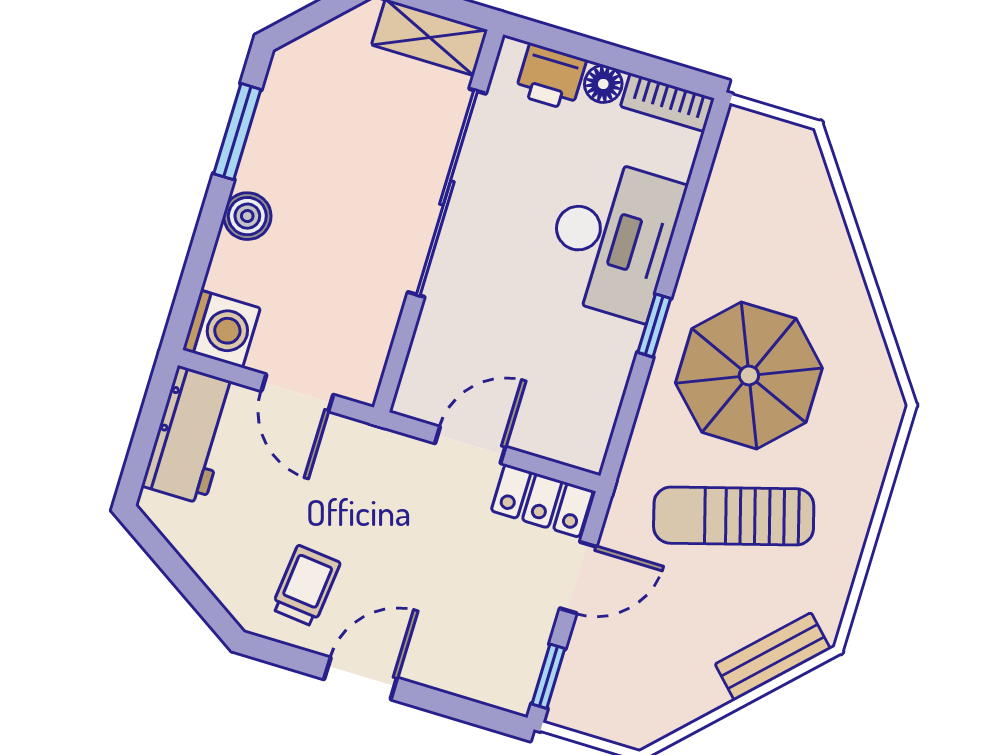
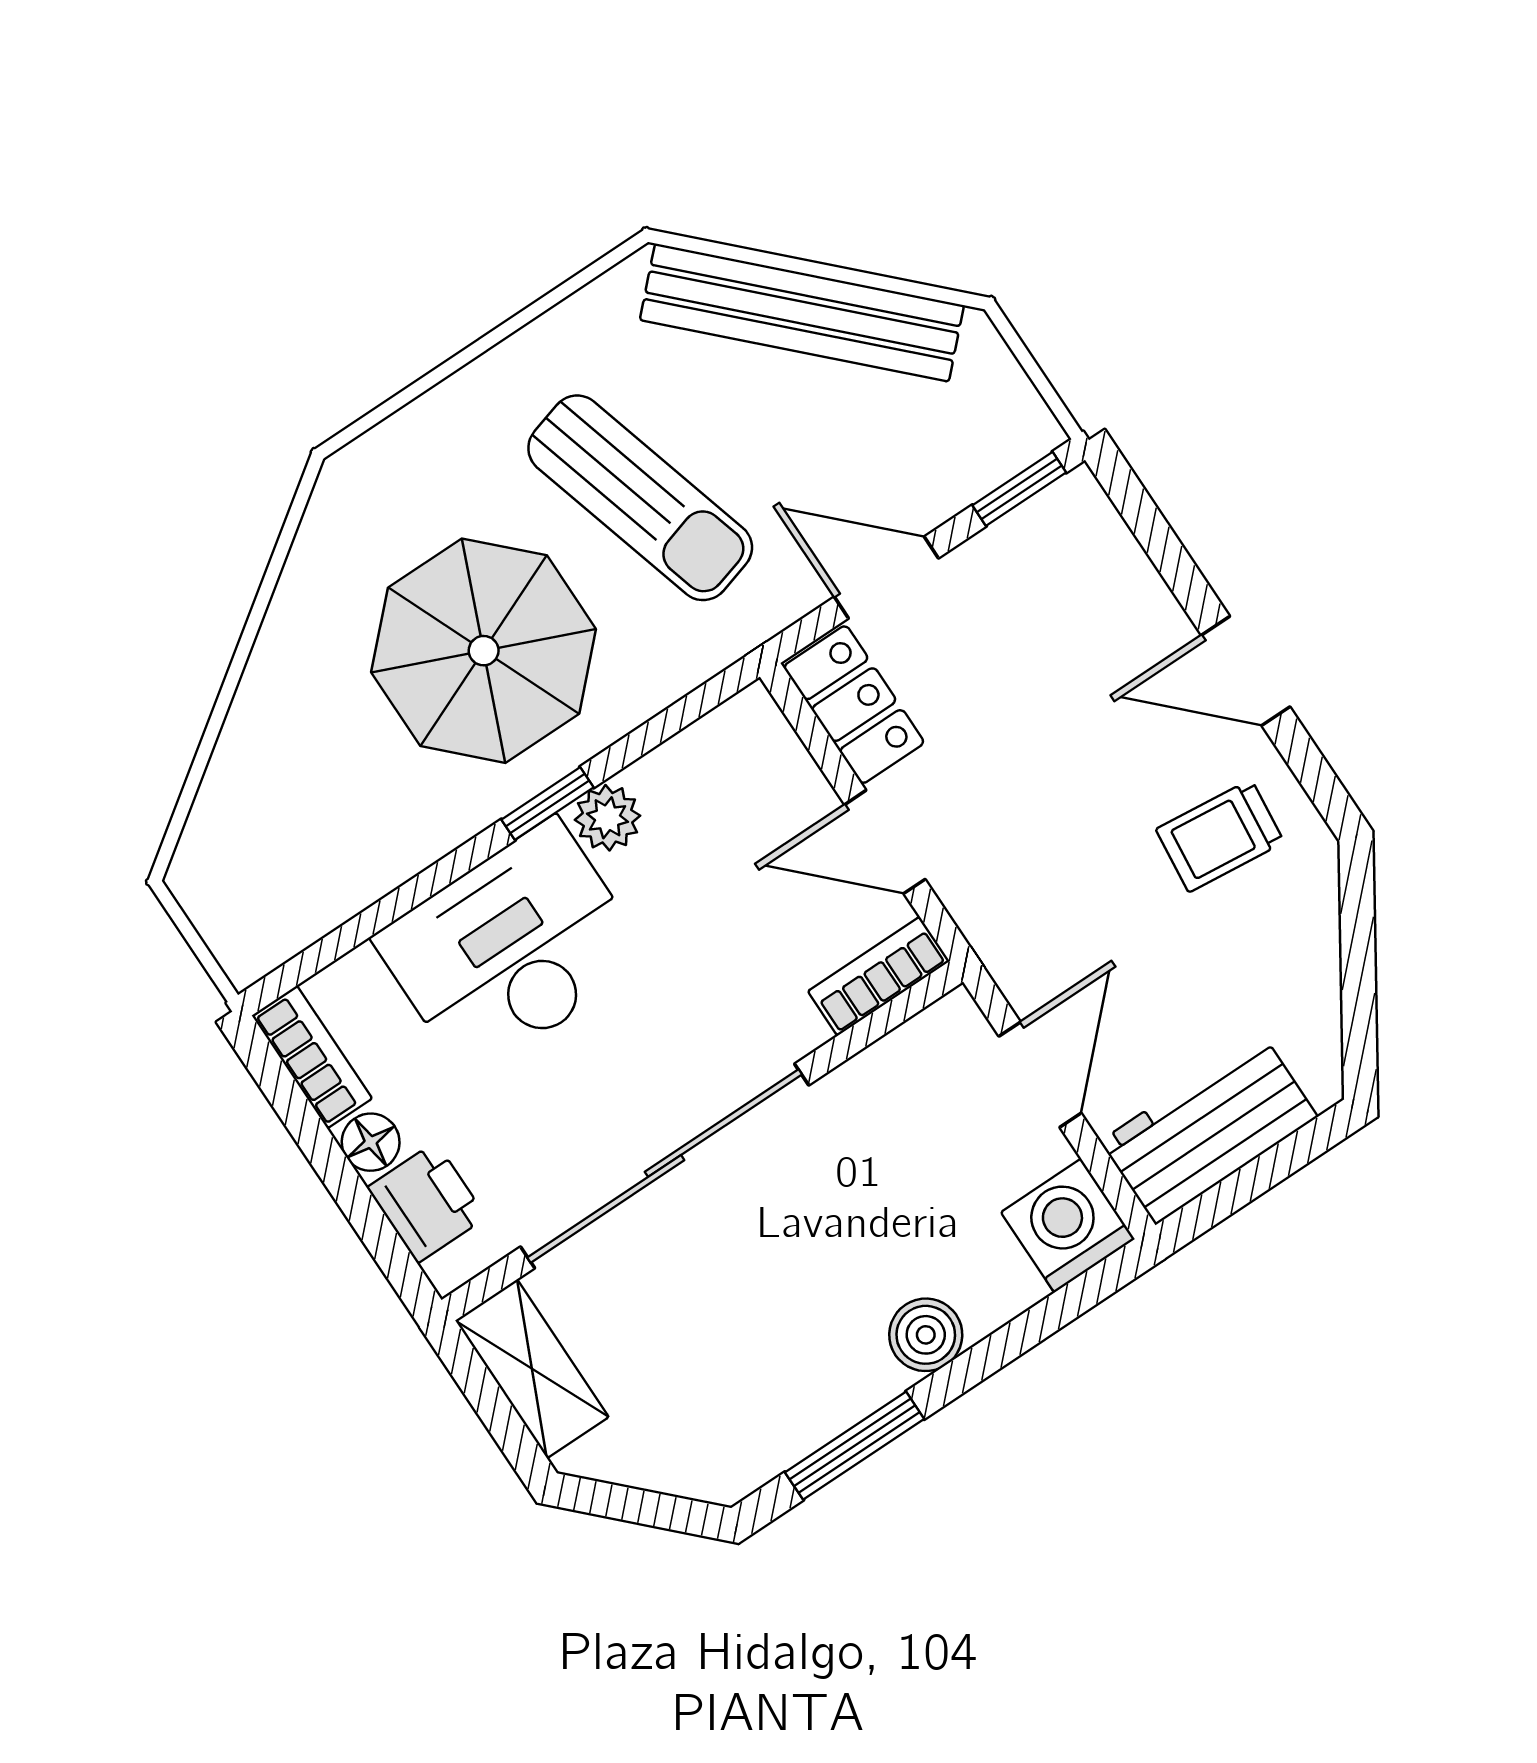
plant: (618, 343) -> (608, 818), added
bookcase: (418, 376) -> (879, 976), added
bench: (773, 656) -> (802, 313), width x1.86, depth x1.21

